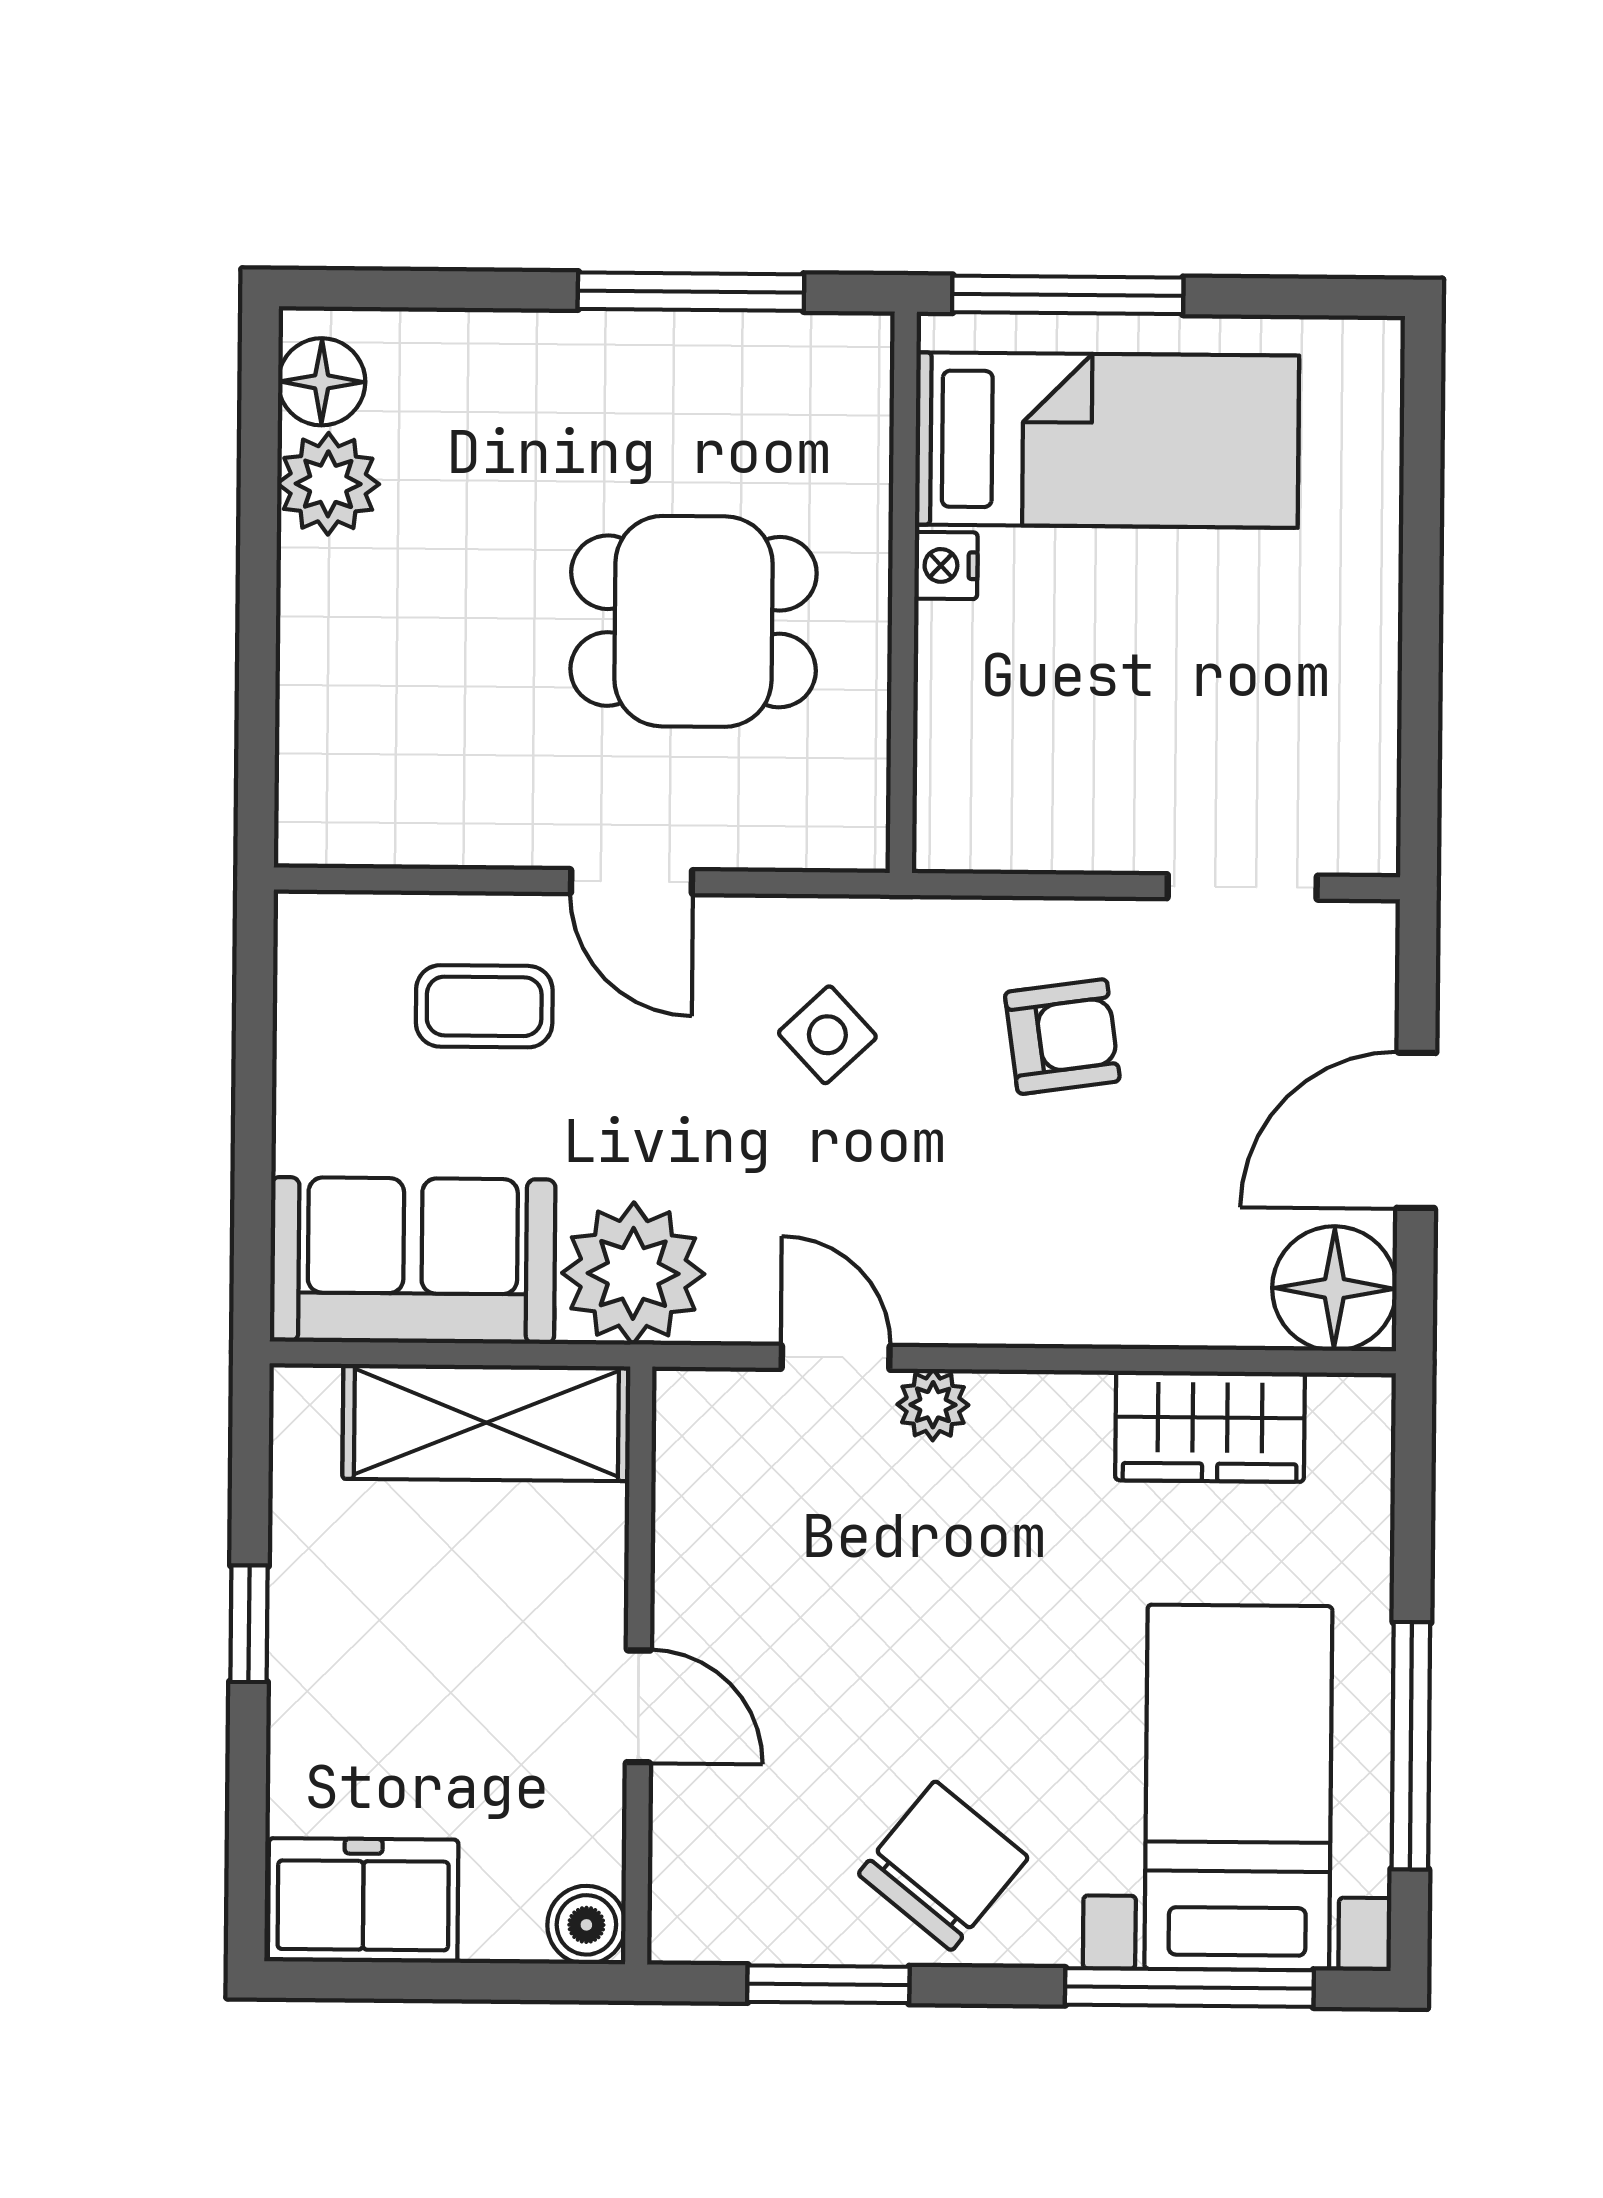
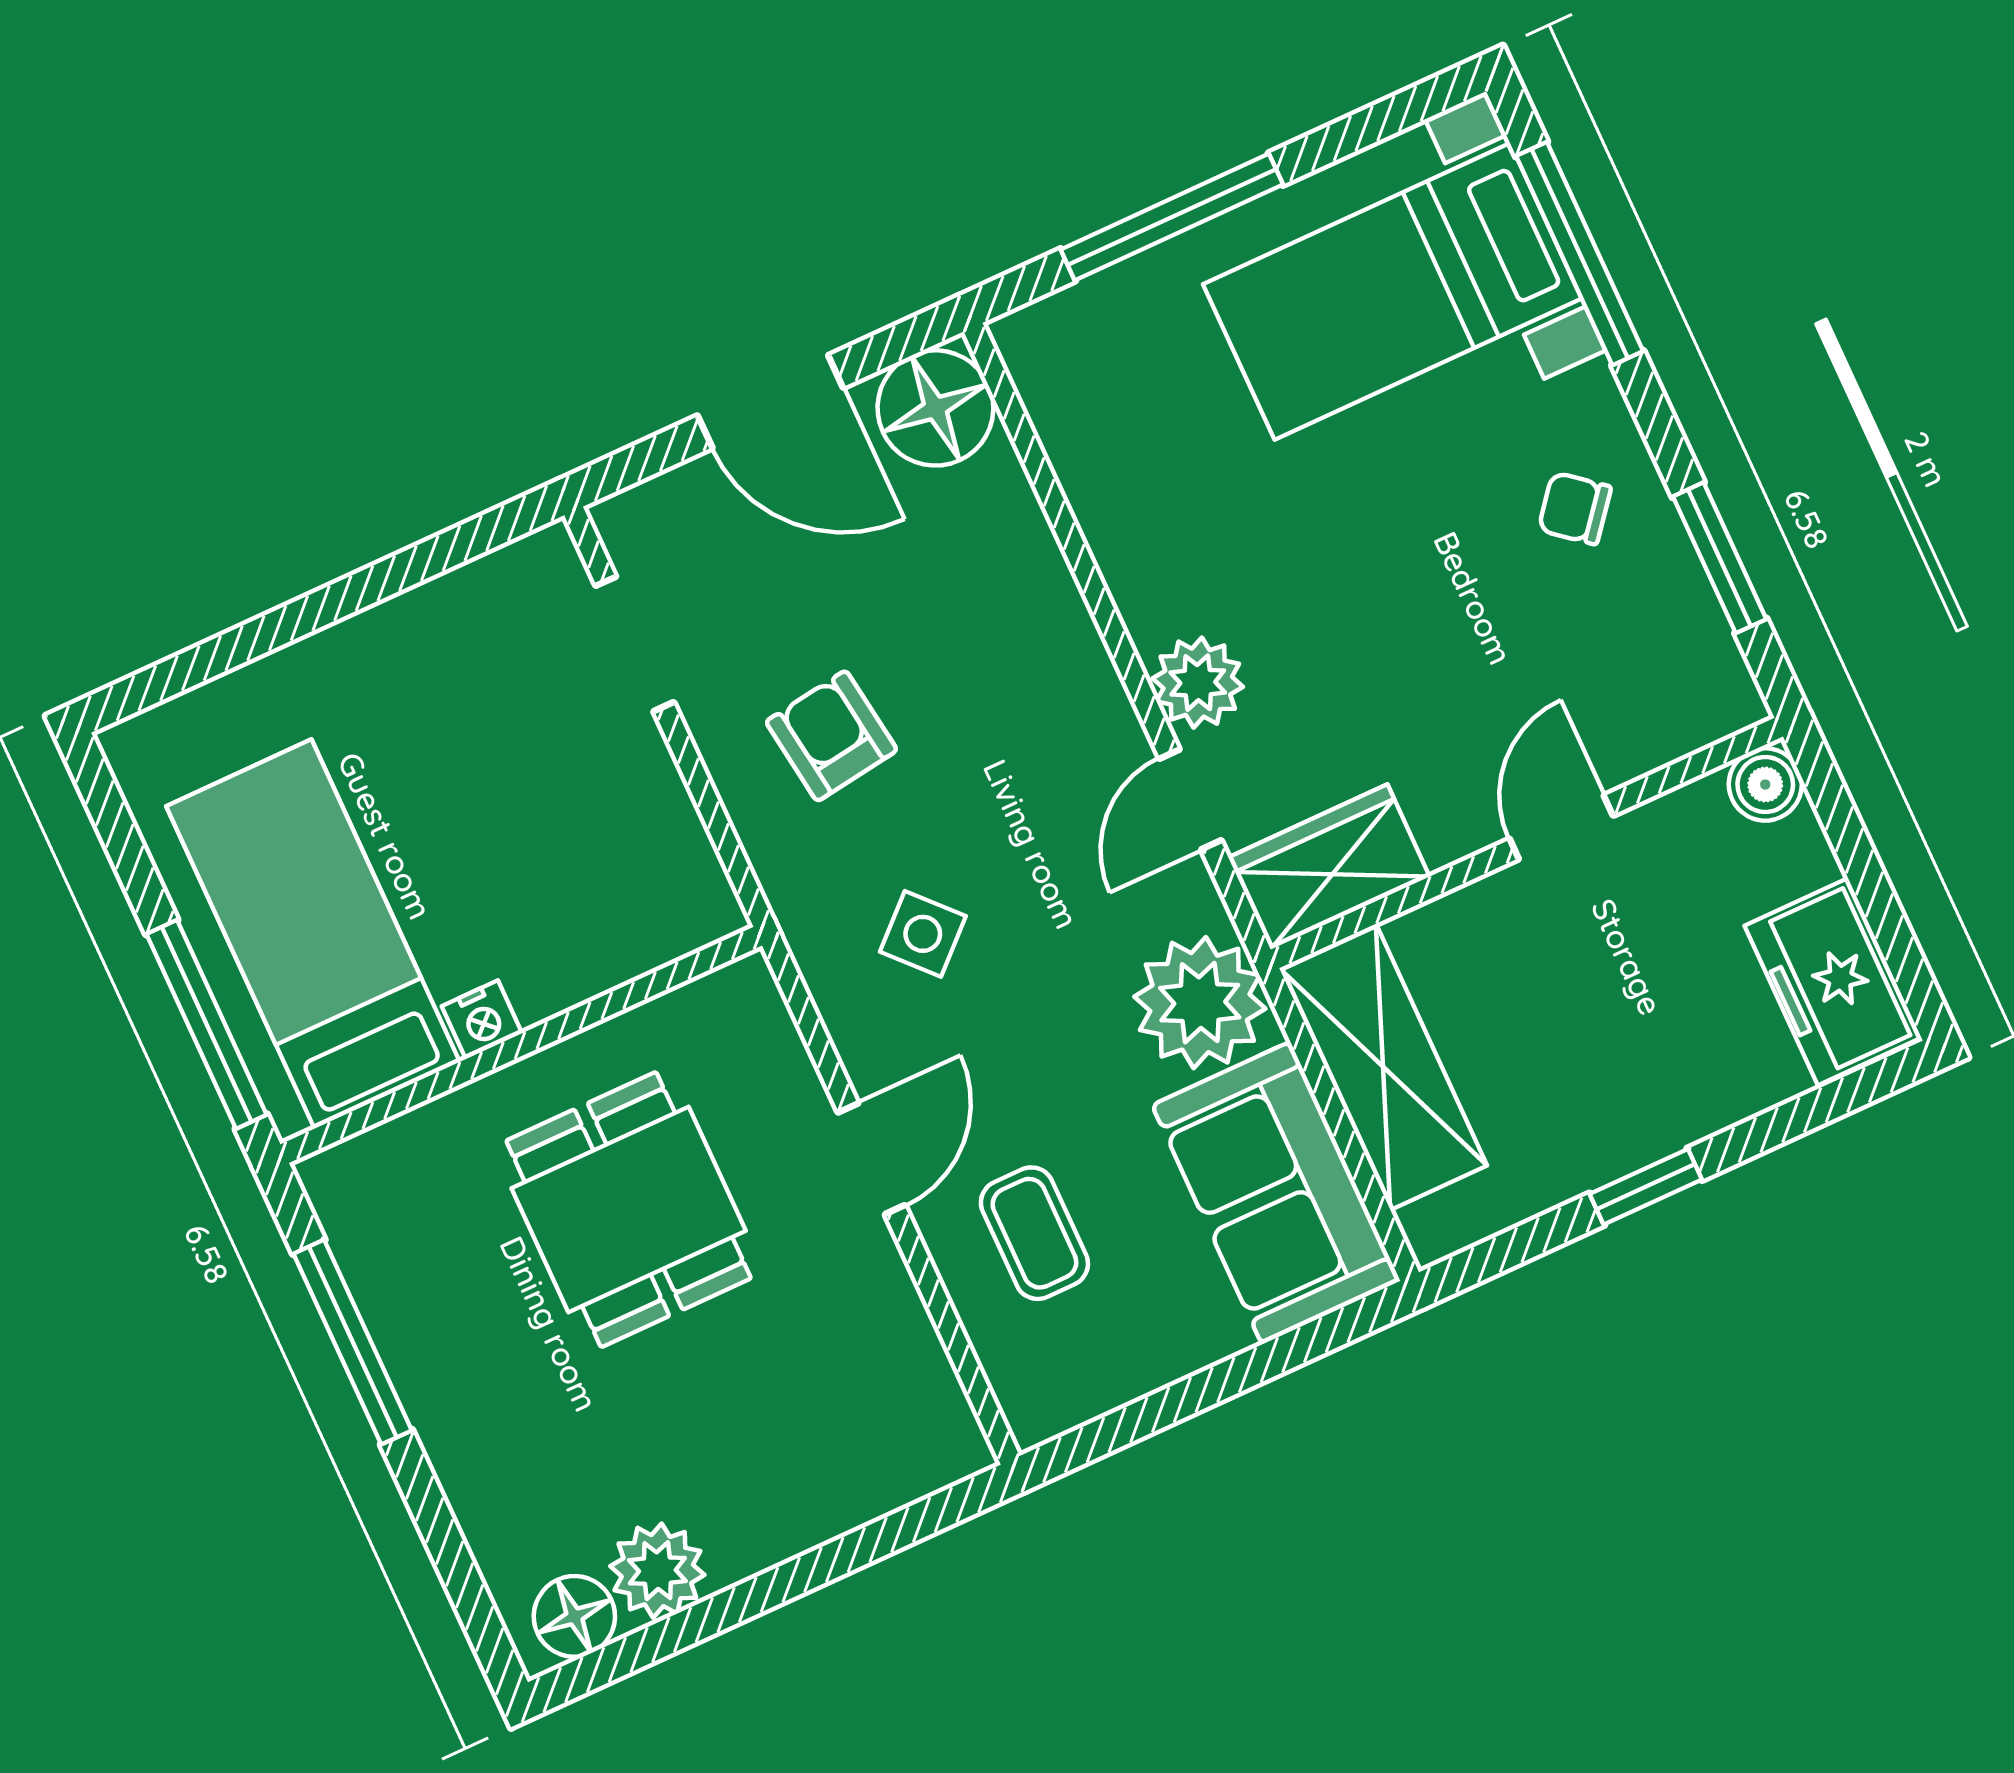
plant: (933, 1405) -> (1198, 683), width x1.38, depth x1.38
wardrobe: (1210, 1426) -> (1329, 867), moved, turned -90
window: (1411, 1746) -> (1172, 217), moved
chair: (943, 1866) -> (1575, 508), width x0.54, depth x0.54

